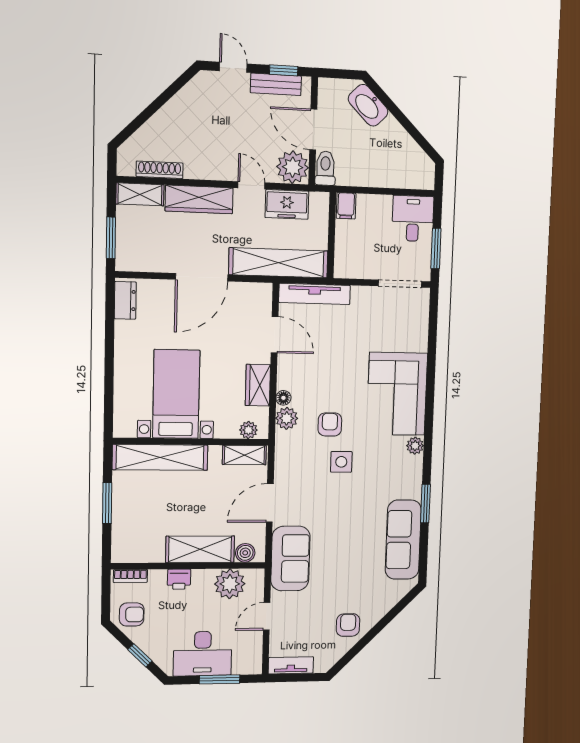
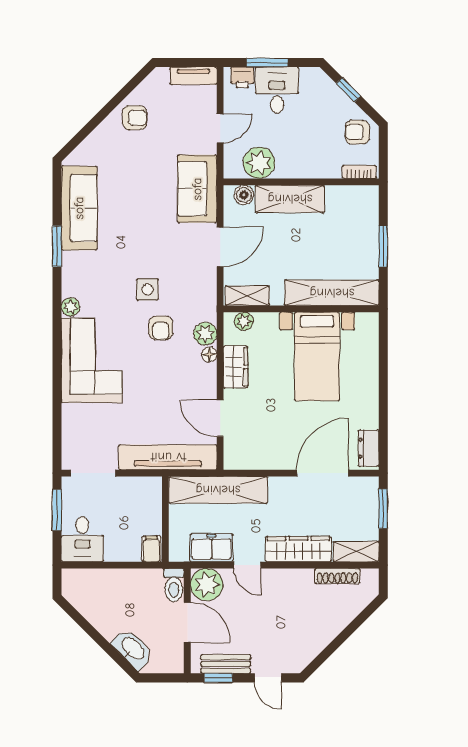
door: (202, 277) -> (323, 473), moved
tv unit: (315, 294) -> (168, 457), width x1.36, depth x1.29
printer: (179, 579) -> (242, 77), moved, turned 180
armchair: (348, 625) -> (135, 118), turned -90
desk: (203, 654) -> (277, 90), width x0.73

